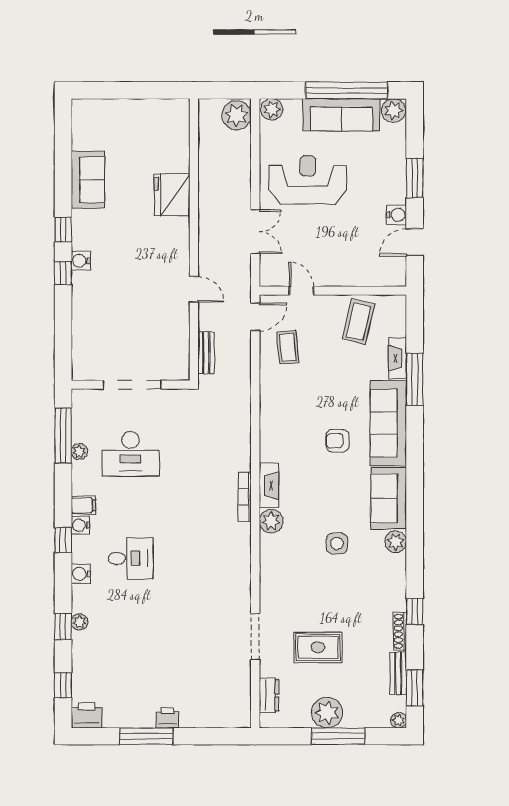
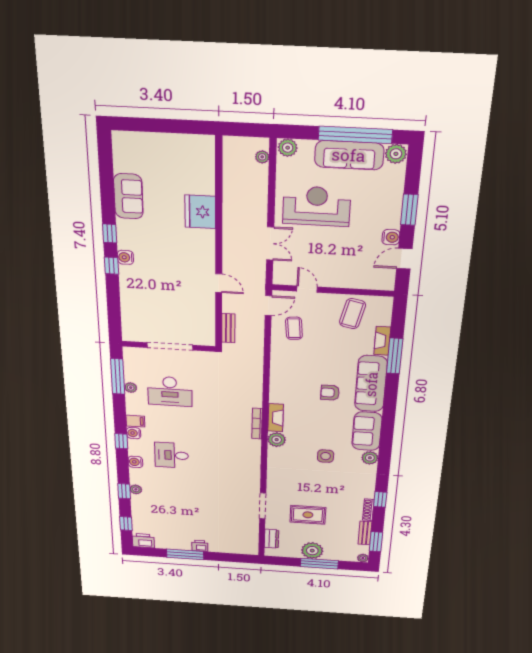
plant: (236, 115) -> (262, 157), width x0.53, depth x0.53
desk: (131, 558) -> (172, 455), turned 180

